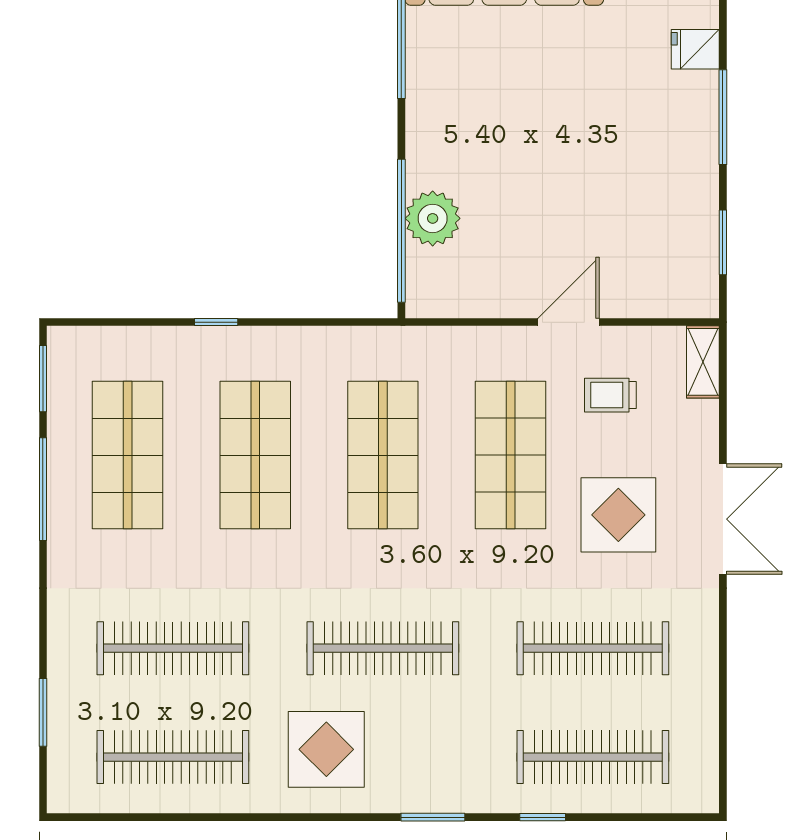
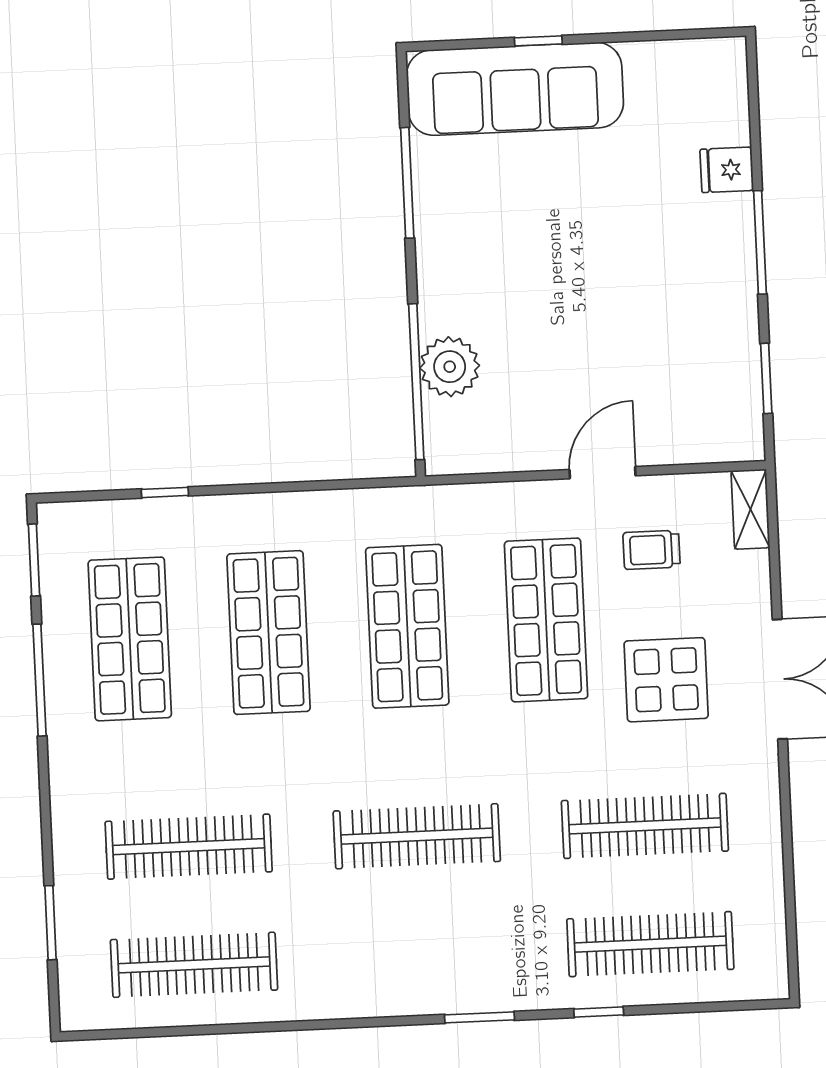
window: (216, 322) -> (165, 492), moved
display table: (326, 749) -> (360, 949), removed

